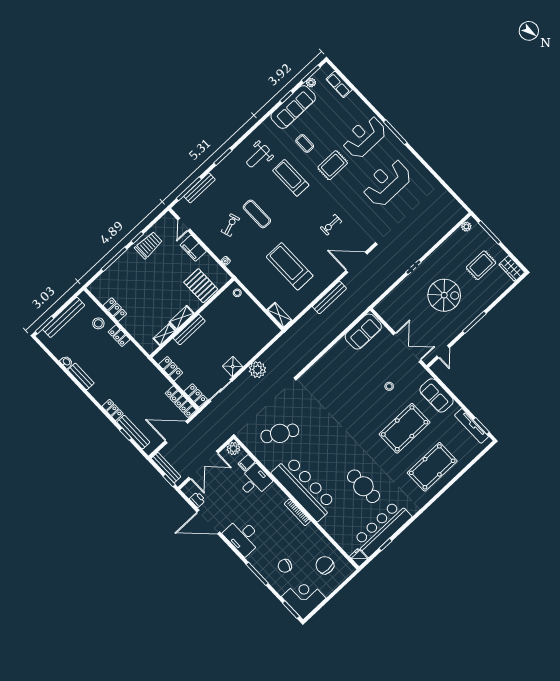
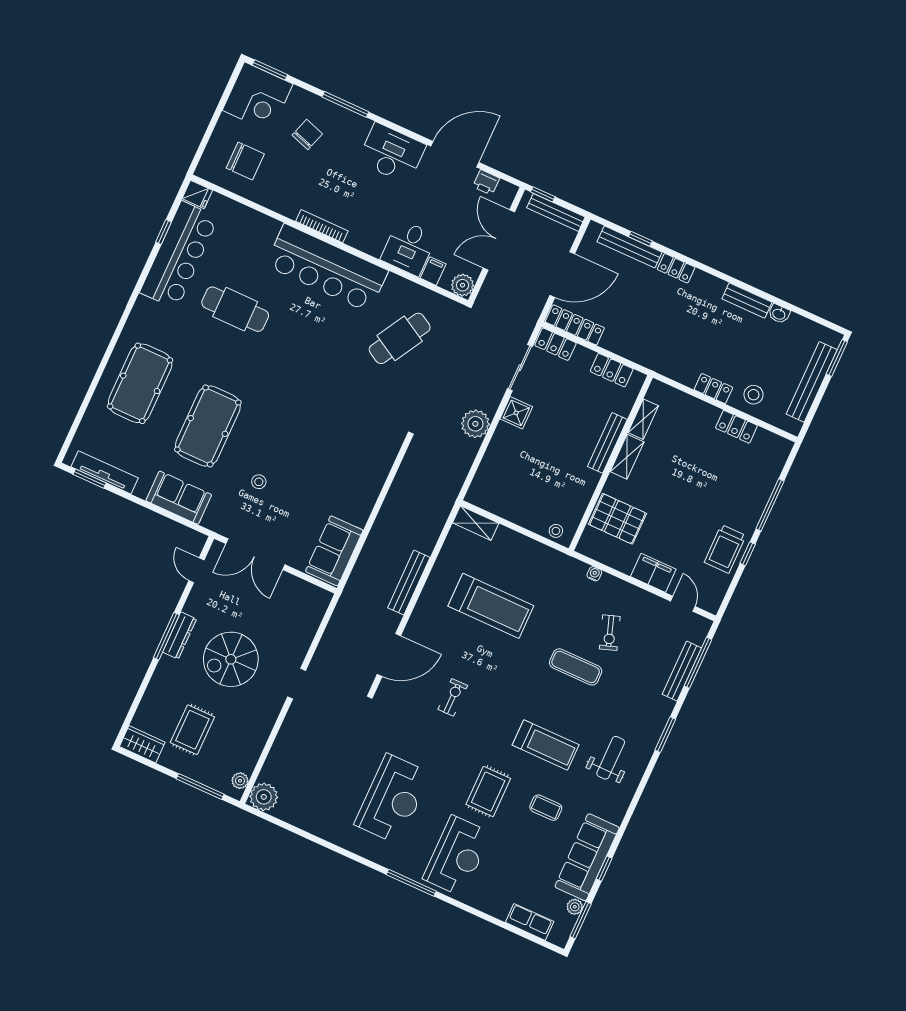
plant: (457, 212) -> (264, 797), added
dresser: (467, 320) -> (180, 635), added

